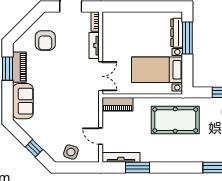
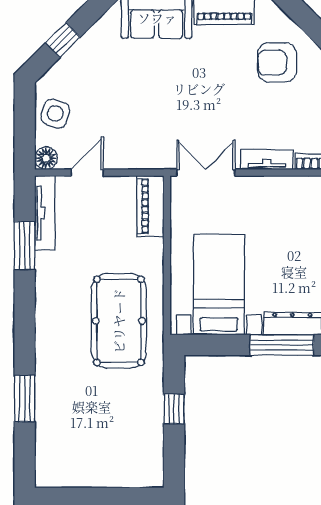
double door: (101, 76) -> (206, 173), swing flipped
floor lamp: (93, 157) -> (46, 158), added

